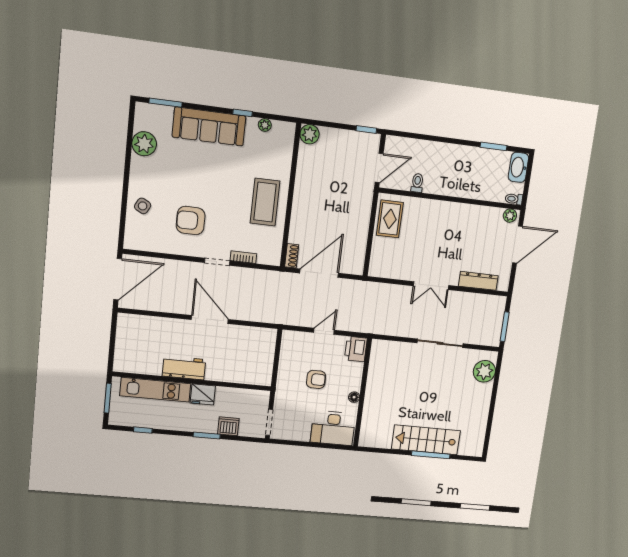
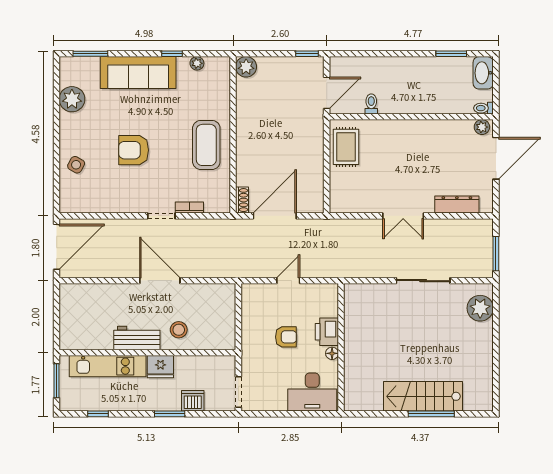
armchair: (191, 221) -> (134, 150), moved
printer: (356, 349) -> (327, 332), moved
stool: (222, 364) -> (179, 330), added

